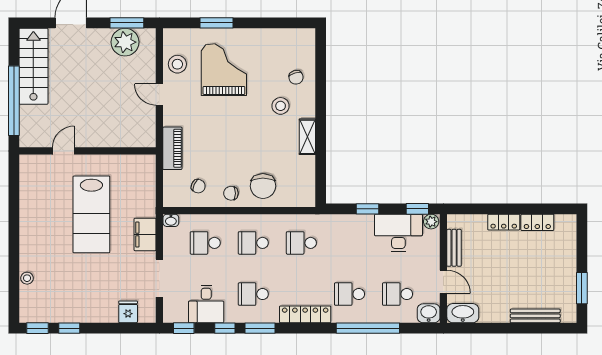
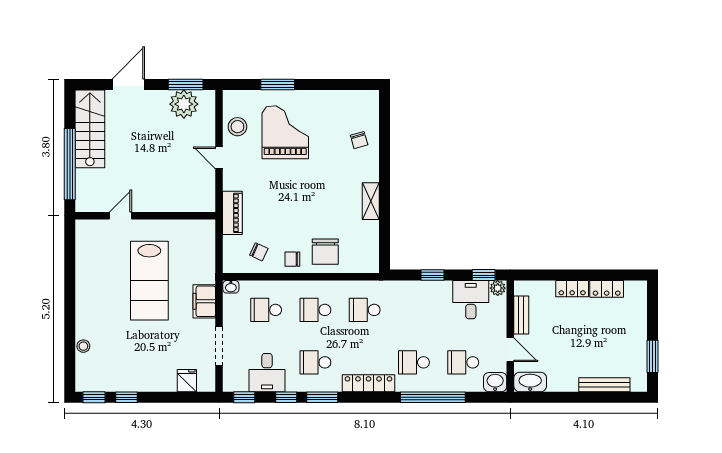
stool: (281, 106) -> (343, 169), removed
desk: (398, 233) -> (471, 300), width x0.73

